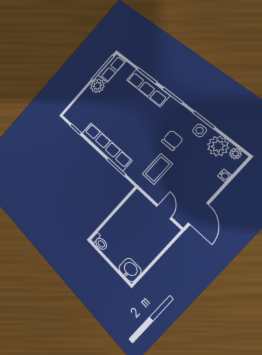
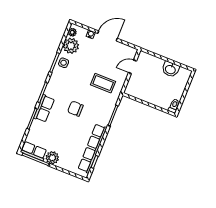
row of seats: (148, 88) -> (44, 108), width x0.68
chair: (172, 140) -> (75, 109), moved
row of seats: (106, 147) -> (92, 148), moved
door: (198, 214) -> (107, 36), moved
washbasin: (130, 270) -> (170, 69), moved, turned -90

